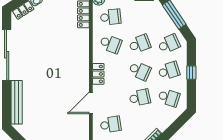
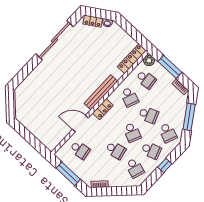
school desk: (169, 44) -> (168, 133), turned 45
bench: (17, 102) -> (101, 92), moved

